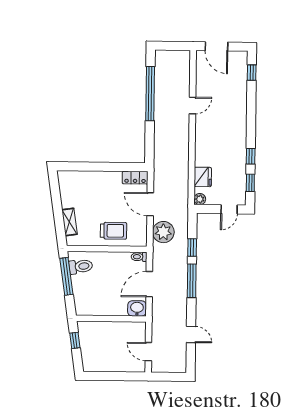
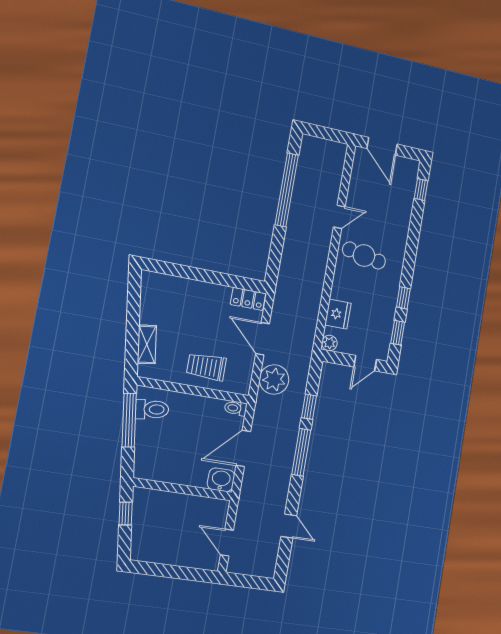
cafe table: (216, 130) -> (364, 256), added
trolley: (113, 231) -> (206, 367), turned 180

